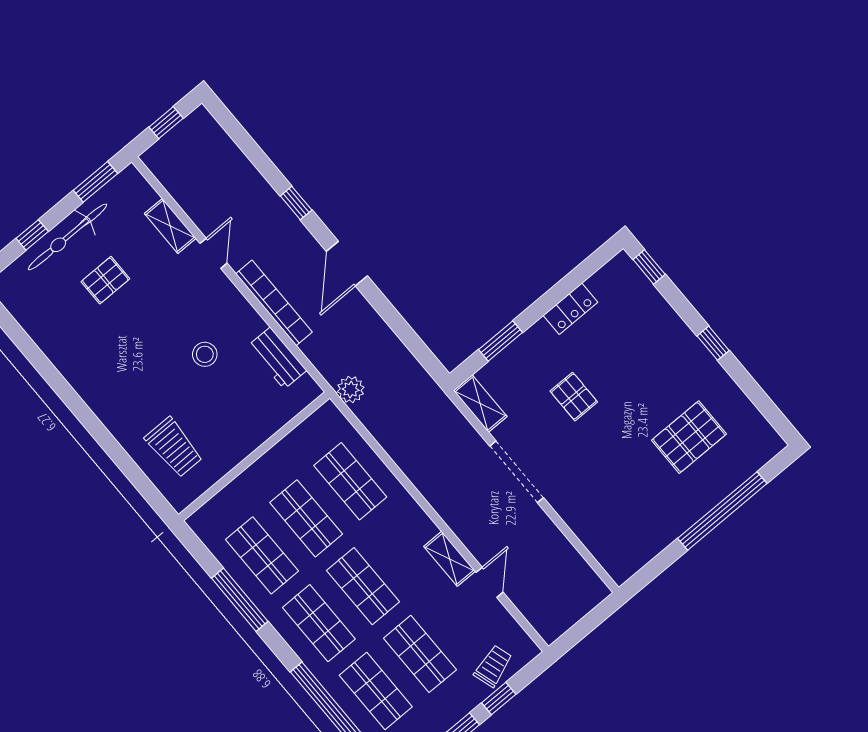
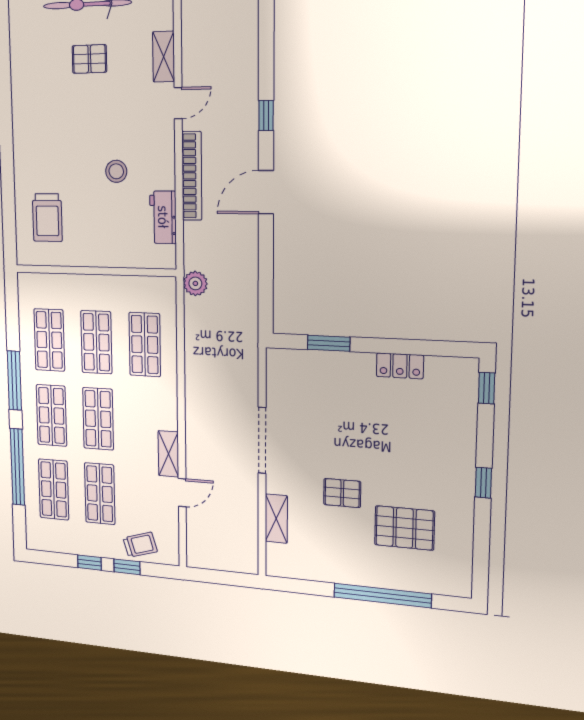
pallet: (574, 397) -> (342, 493), moved, turned 90
shelving: (480, 404) -> (276, 519), moved
window: (240, 600) -> (14, 380), moved

